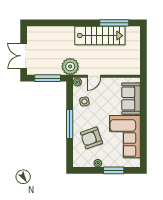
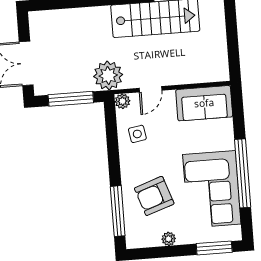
sofa: (131, 99) -> (204, 103), moved, turned -90
window: (70, 124) -> (118, 211), moved
window: (143, 129) -> (243, 173), added
window: (114, 170) -> (214, 248), moved

